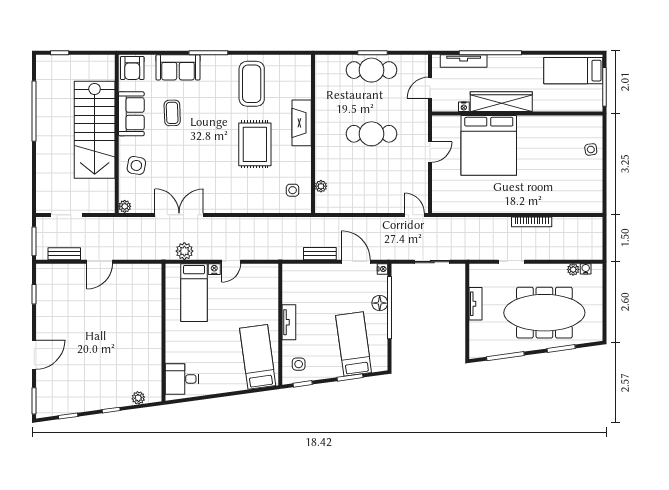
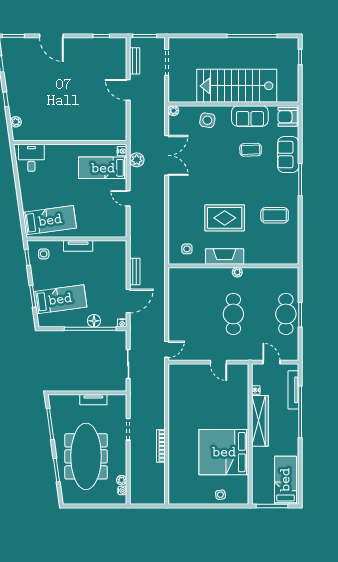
coffee table: (252, 84) -> (275, 215), width x0.73, depth x0.76
fireplace: (302, 123) -> (225, 256), moved
bed: (489, 145) -> (224, 452), moved
plant: (321, 186) -> (237, 272), moved
nightstand: (214, 269) -> (122, 151), moved

